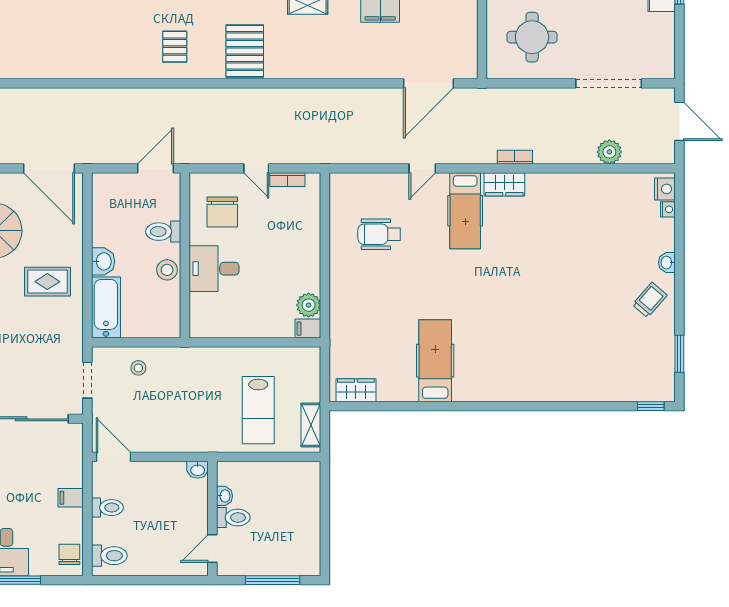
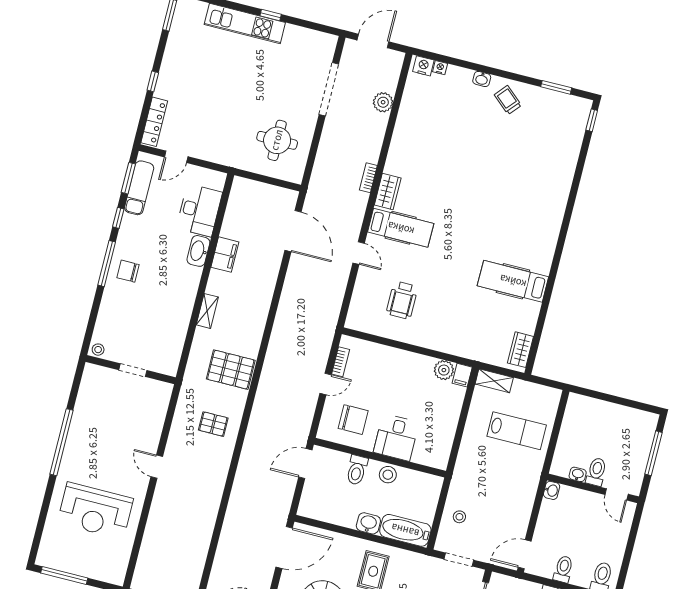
door: (156, 168) -> (305, 463), hinge flipped
shelving: (311, 425) -> (494, 381), moved

